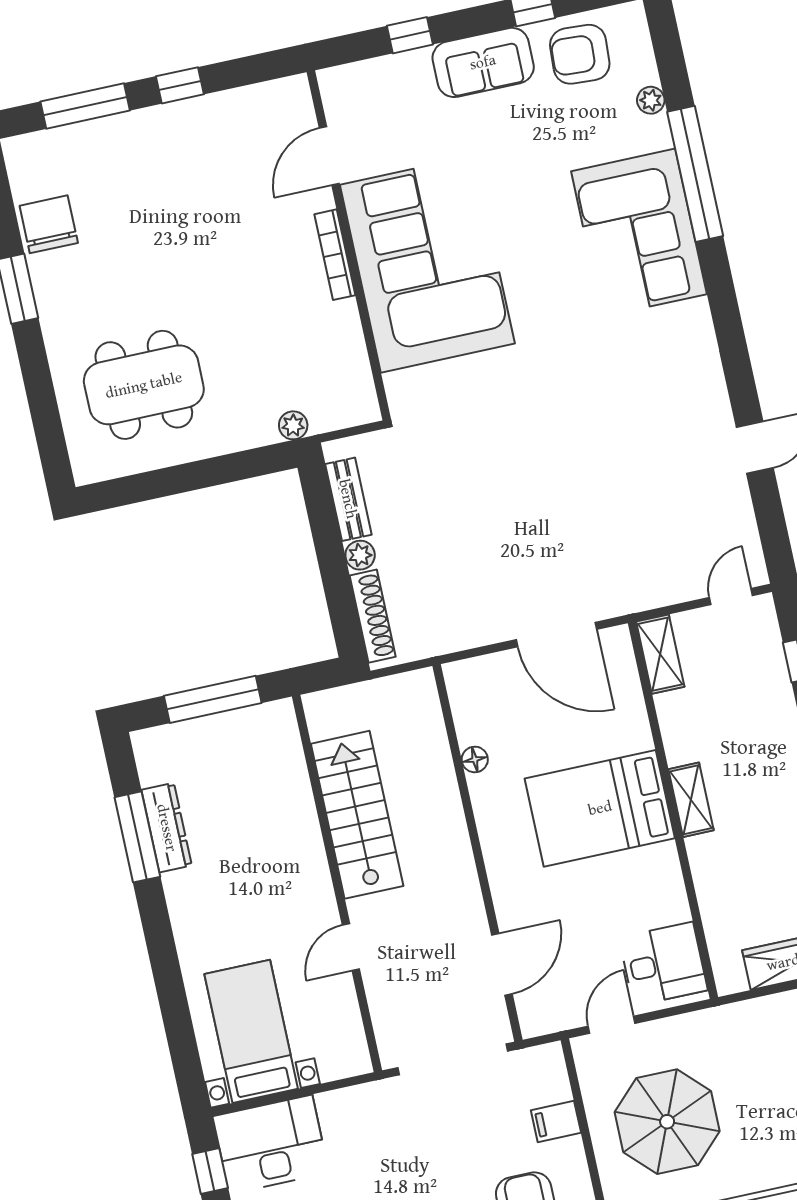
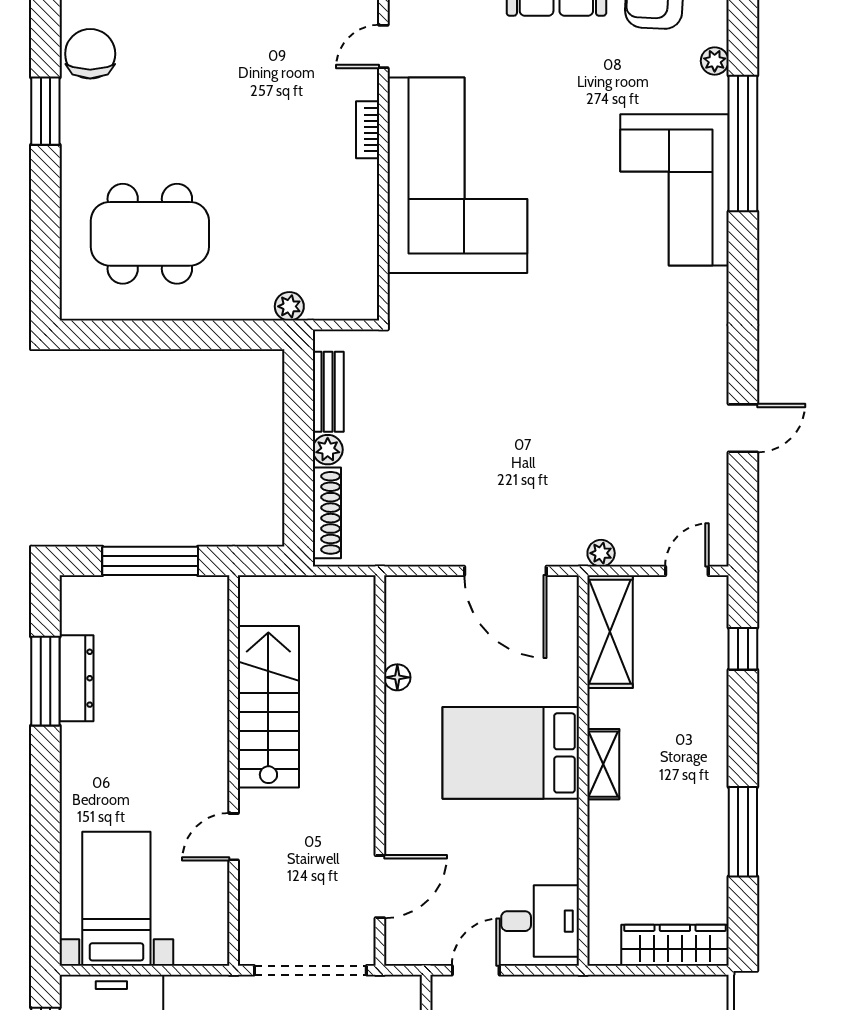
door: (329, 156) -> (383, 47), width x0.73
bookcase: (335, 255) -> (368, 130), width x0.64
plant: (645, 597) -> (601, 553), added
shelving: (660, 654) -> (610, 632), width x1.50, depth x1.33

